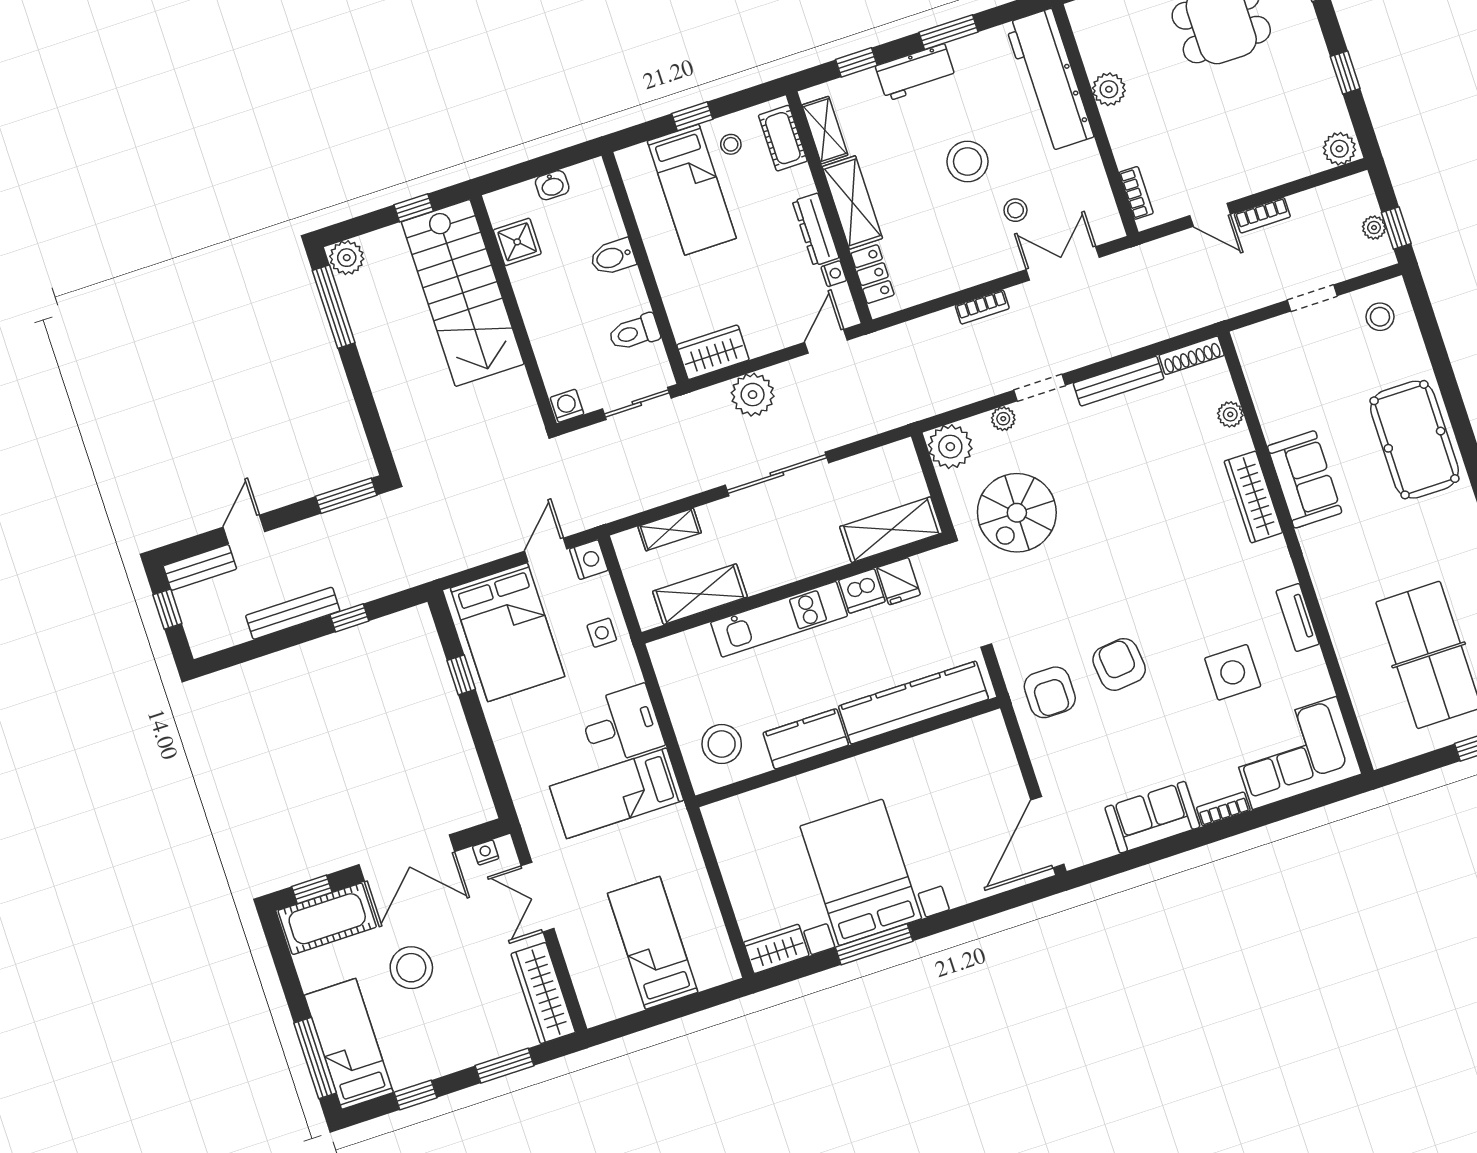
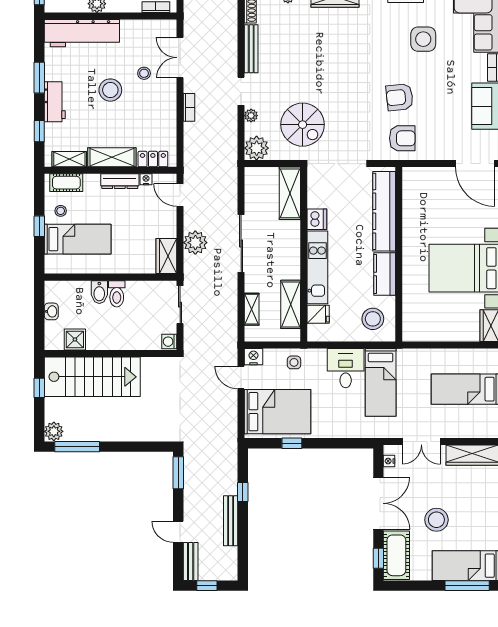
toilet: (634, 332) -> (117, 294), moved
fridge: (899, 581) -> (318, 314), moved

